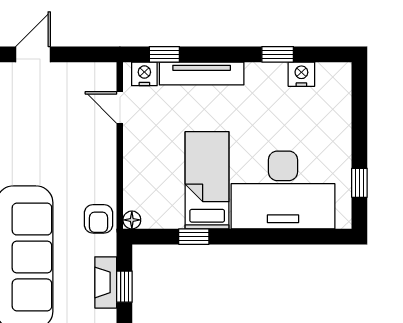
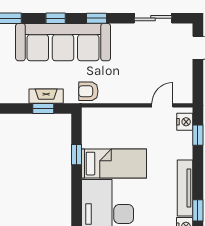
tv unit: (202, 74) -> (185, 188), moved
floor lamp: (132, 220) -> (88, 113), removed

